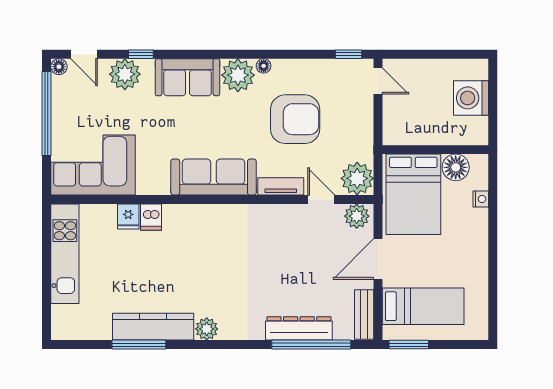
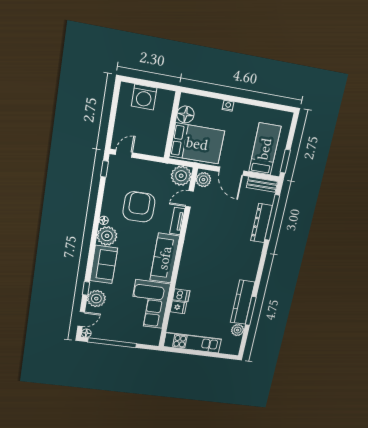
corner sofa: (93, 165) -> (149, 304), moved
nightstand: (481, 199) -> (228, 106), moved
plant: (207, 329) -> (238, 330), moved

